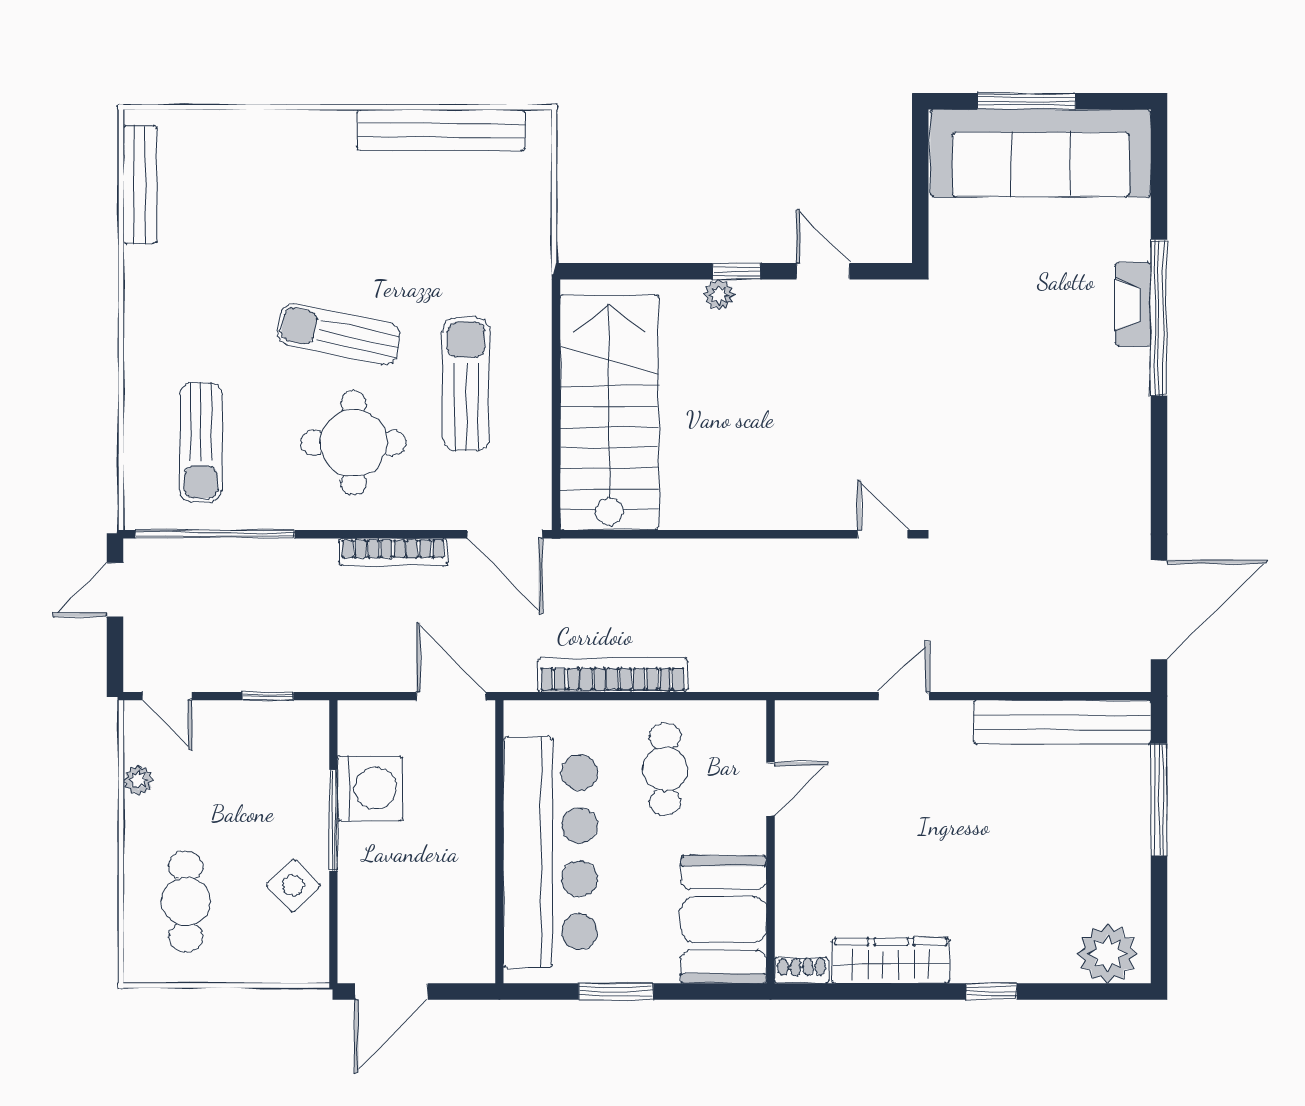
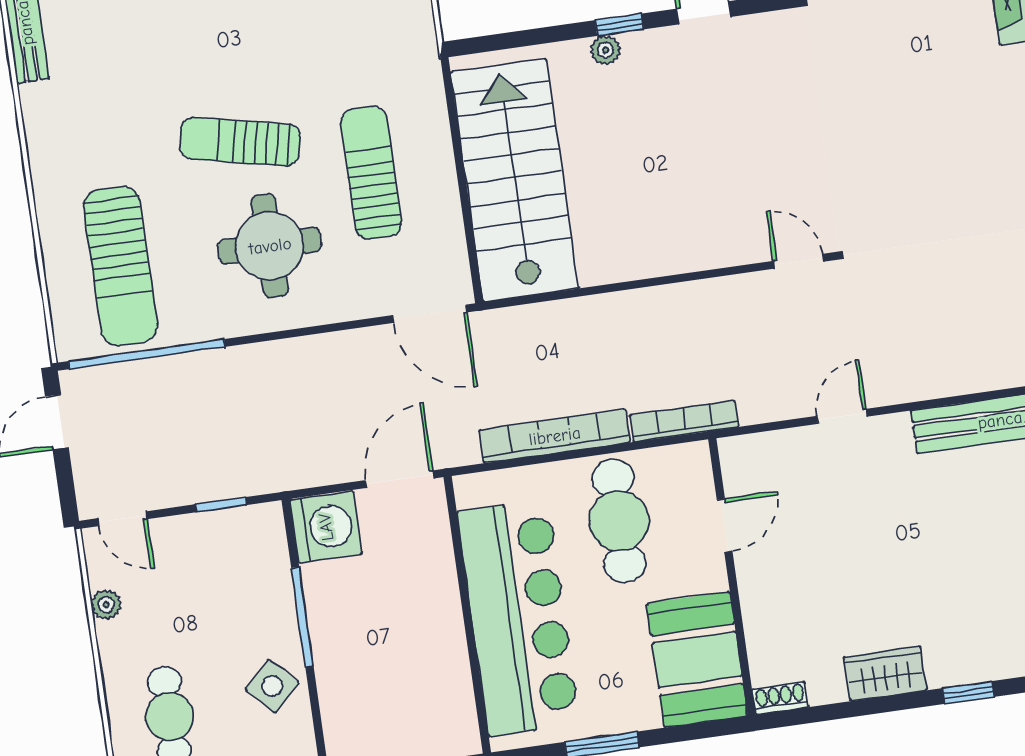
sun lounger: (201, 442) -> (120, 266), width x1.36, depth x1.34
bookcase: (393, 552) -> (684, 421), moved, turned 180
door: (451, 696) -> (400, 479), hinge flipped
cafe table: (665, 769) -> (619, 521), width x1.37, depth x1.35
washing machine: (370, 788) -> (326, 527), moved
wardrobe: (891, 961) -> (885, 674), width x0.67

